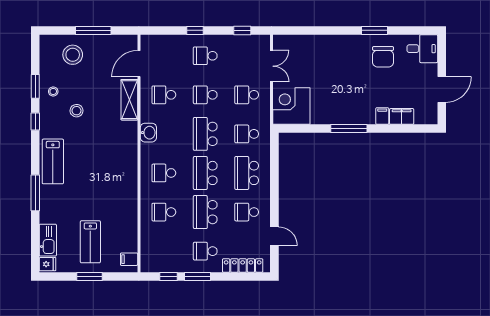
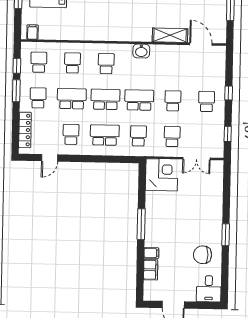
window: (375, 30) -> (226, 235), moved
school desk: (164, 95) -> (39, 62), moved

